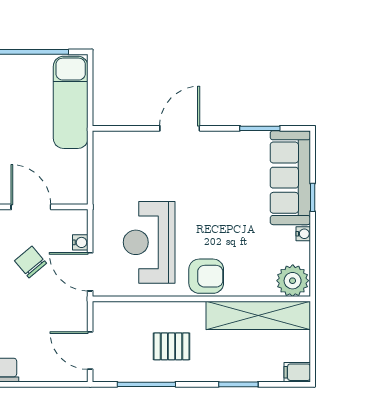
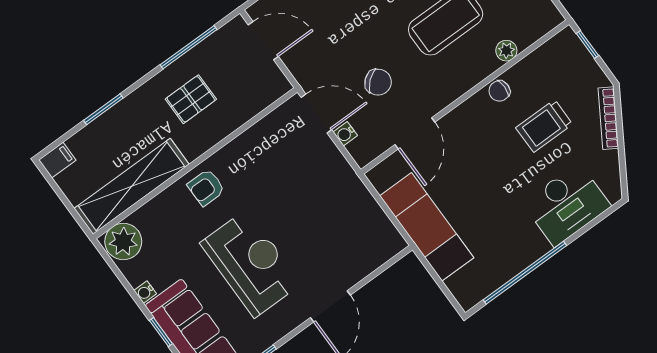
exam couch: (71, 102) -> (427, 227), moved
door: (31, 207) -> (415, 133), hinge flipped
reception desk: (149, 242) -> (251, 264), moved
armchair: (206, 276) -> (206, 187), width x0.72, depth x0.72

